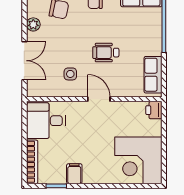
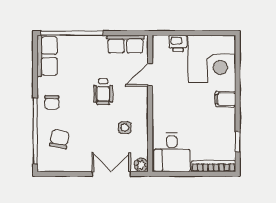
plant: (33, 24) -> (141, 165), moved
door: (99, 99) -> (150, 75), moved
printer: (154, 110) -> (178, 43), moved
filing cabinet: (74, 174) -> (225, 99), moved

